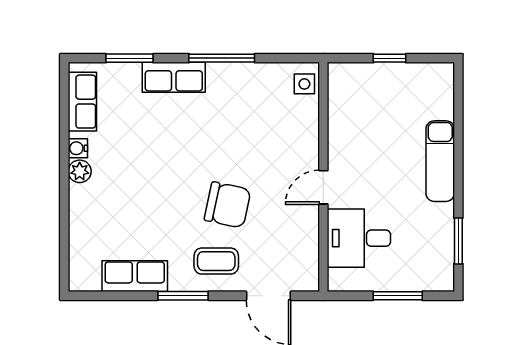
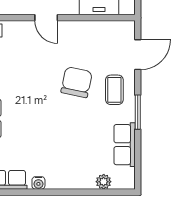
plant: (80, 171) -> (104, 182), moved
door: (323, 187) -> (46, 18), moved

